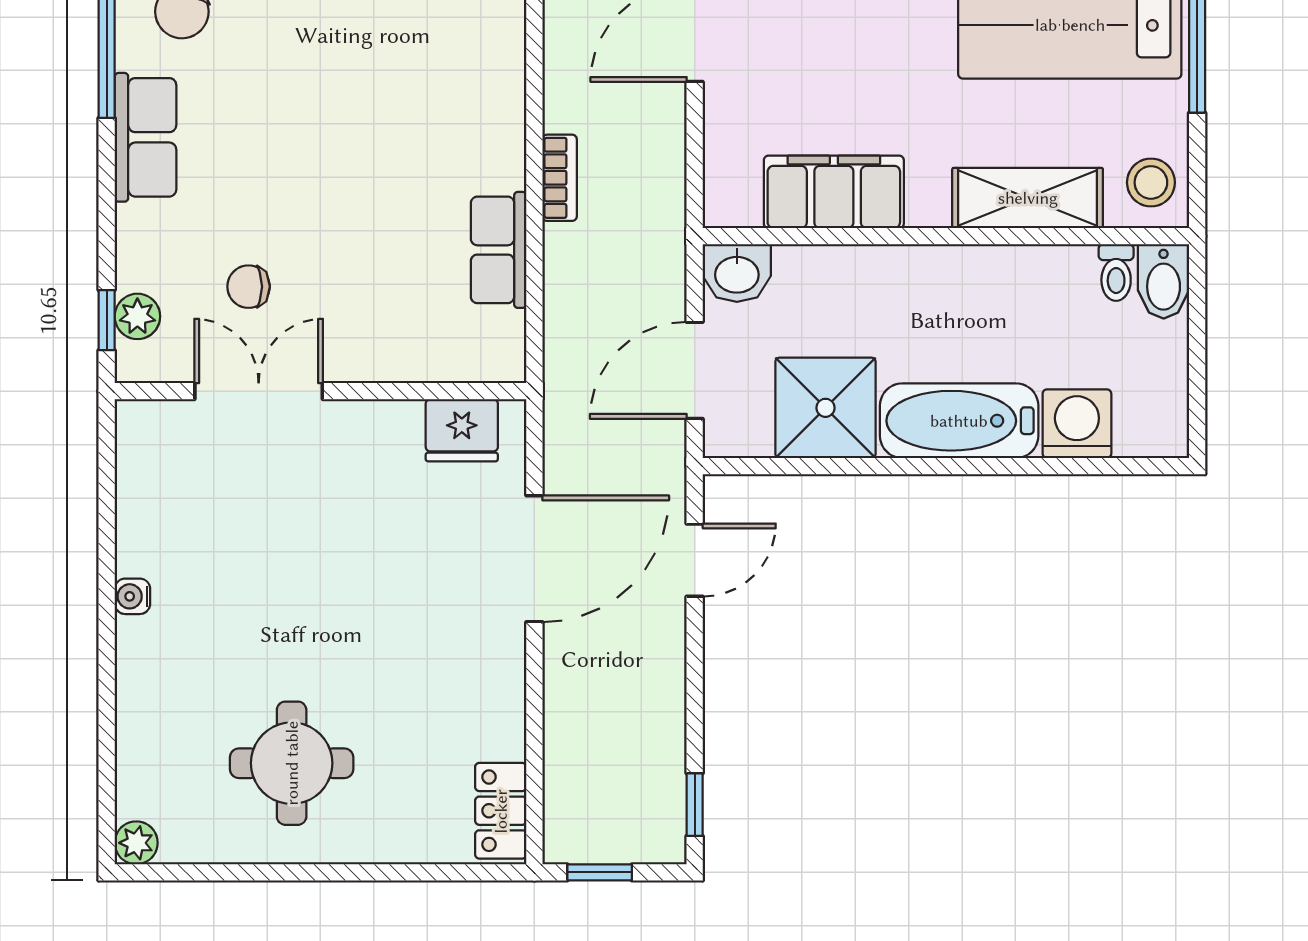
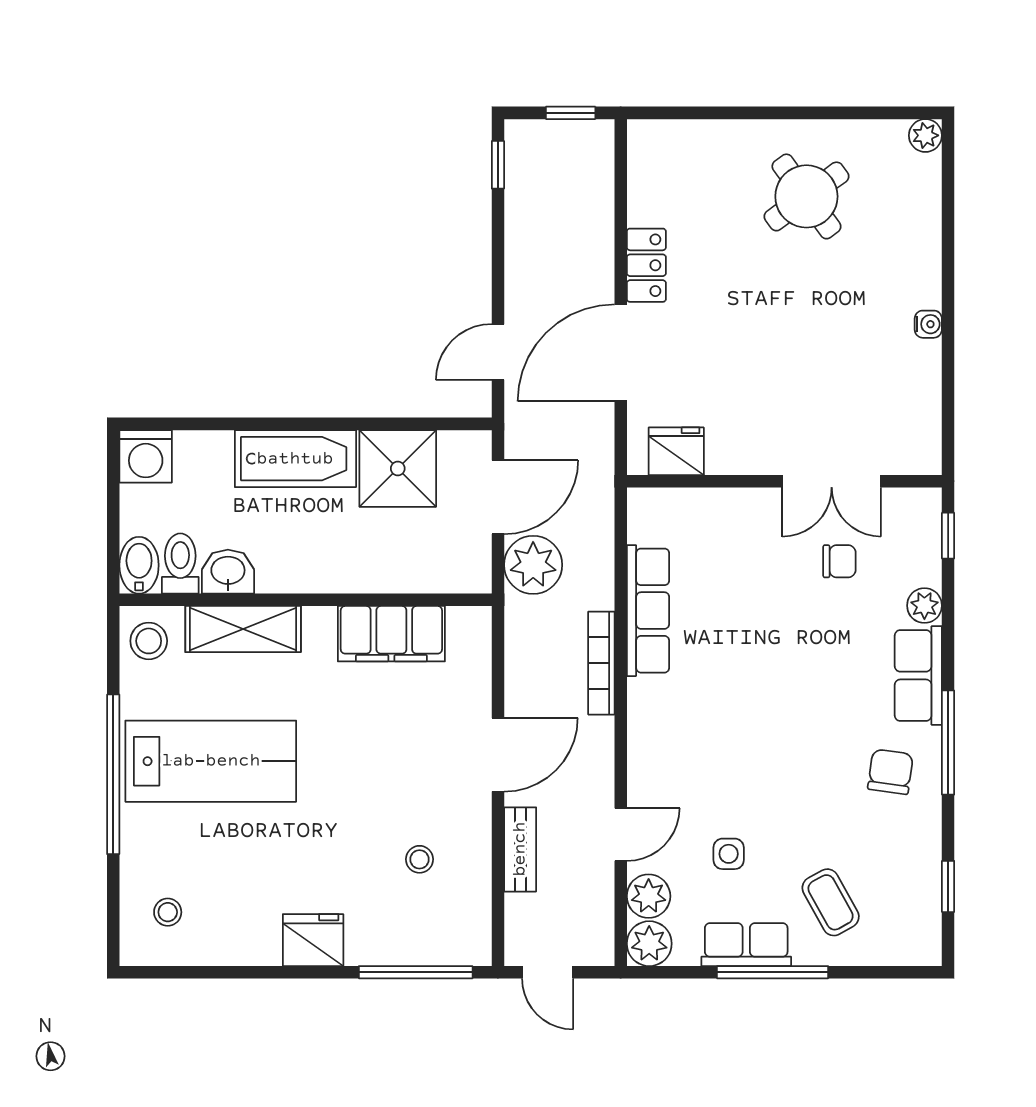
bookcase: (560, 178) -> (601, 663), width x1.56
row of seats: (499, 250) -> (648, 611), width x1.48
washbasin: (737, 273) -> (228, 572), moved
toilet: (1116, 273) -> (180, 564), width x1.37, depth x1.39
plant: (649, 282) -> (533, 565), added
plant: (137, 316) -> (924, 606), moved
washing machine: (1077, 424) -> (146, 456), moved
round table: (292, 763) -> (806, 196), turned -36
locker: (501, 811) -> (646, 265), moved

